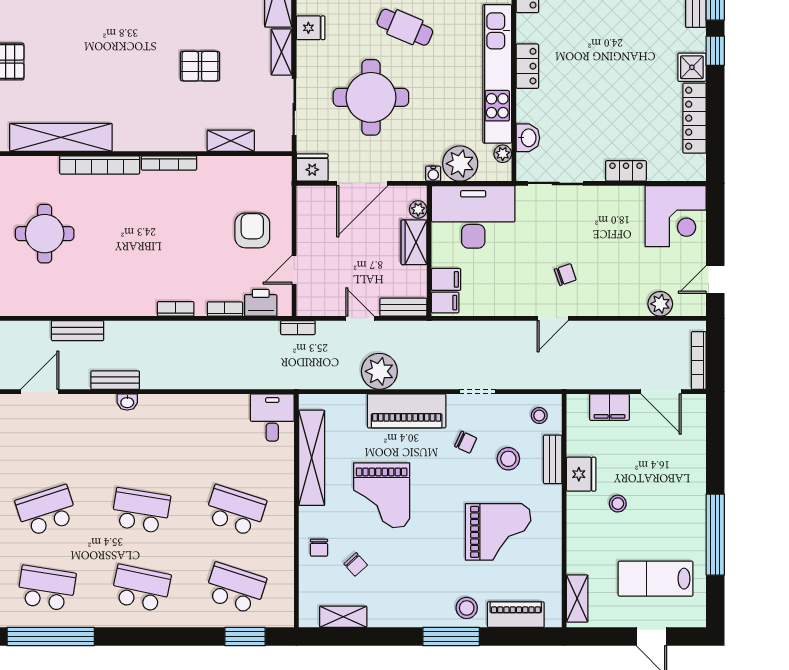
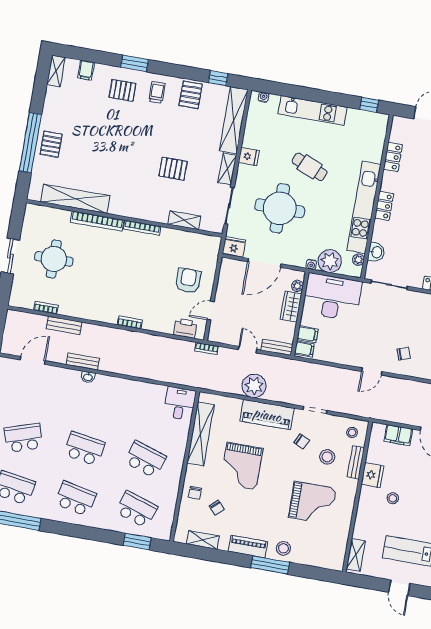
chair: (565, 275) -> (404, 354), moved
bookcase: (225, 309) -> (46, 308), moved
piano: (516, 615) -> (248, 547), moved

